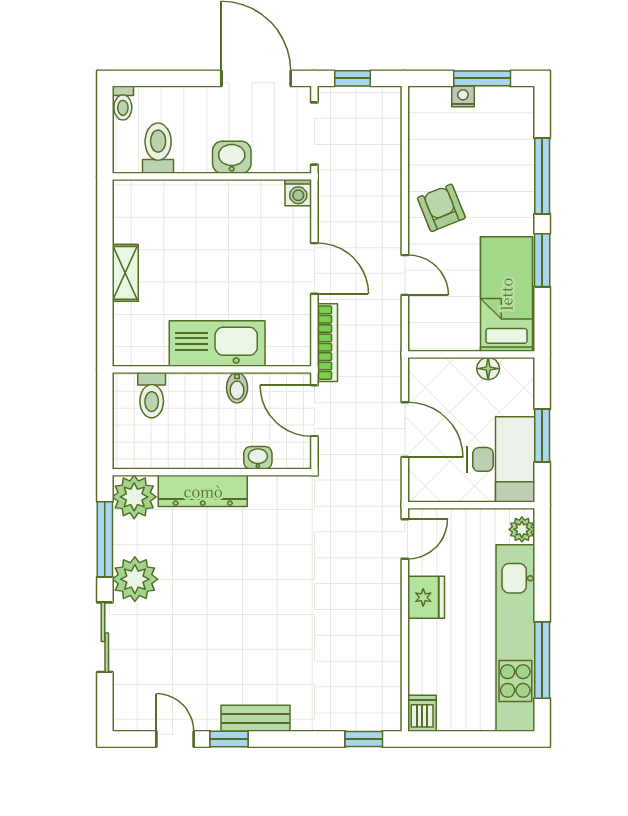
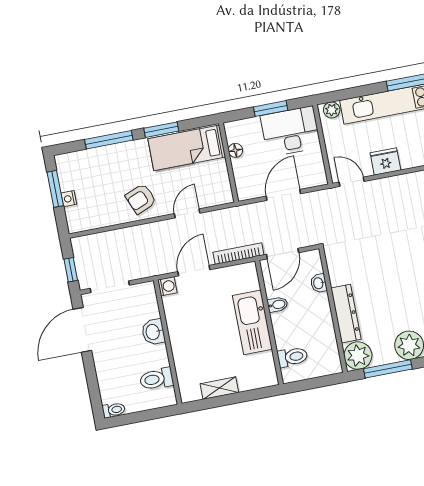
toilet: (158, 148) -> (156, 379), moved
washbasin: (232, 157) -> (153, 332), moved
wall: (212, 176) -> (168, 342), moved
washing machine: (298, 193) -> (167, 286), moved

